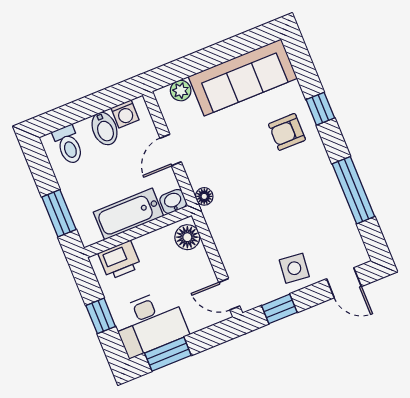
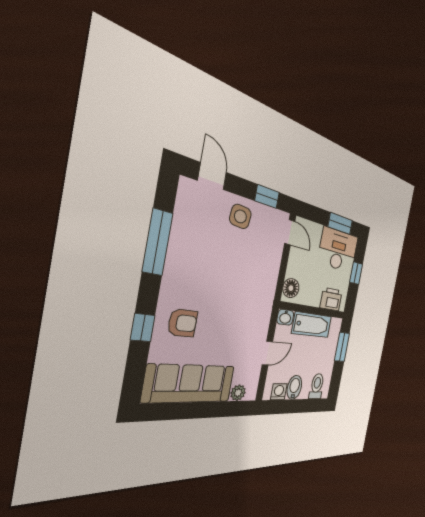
floor lamp: (204, 196) -> (266, 309), removed

